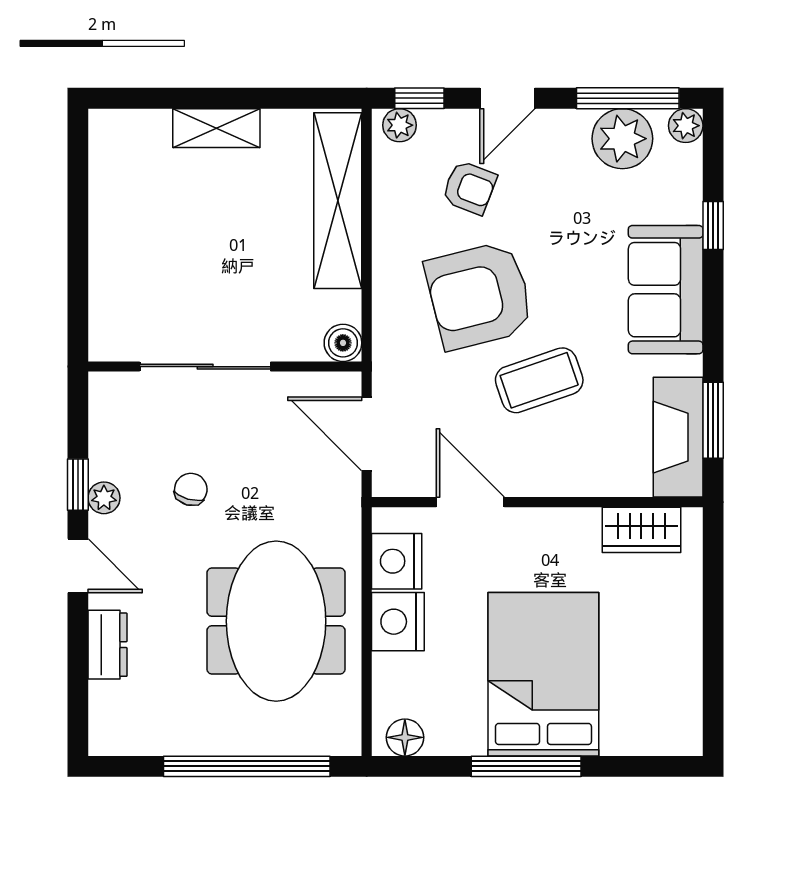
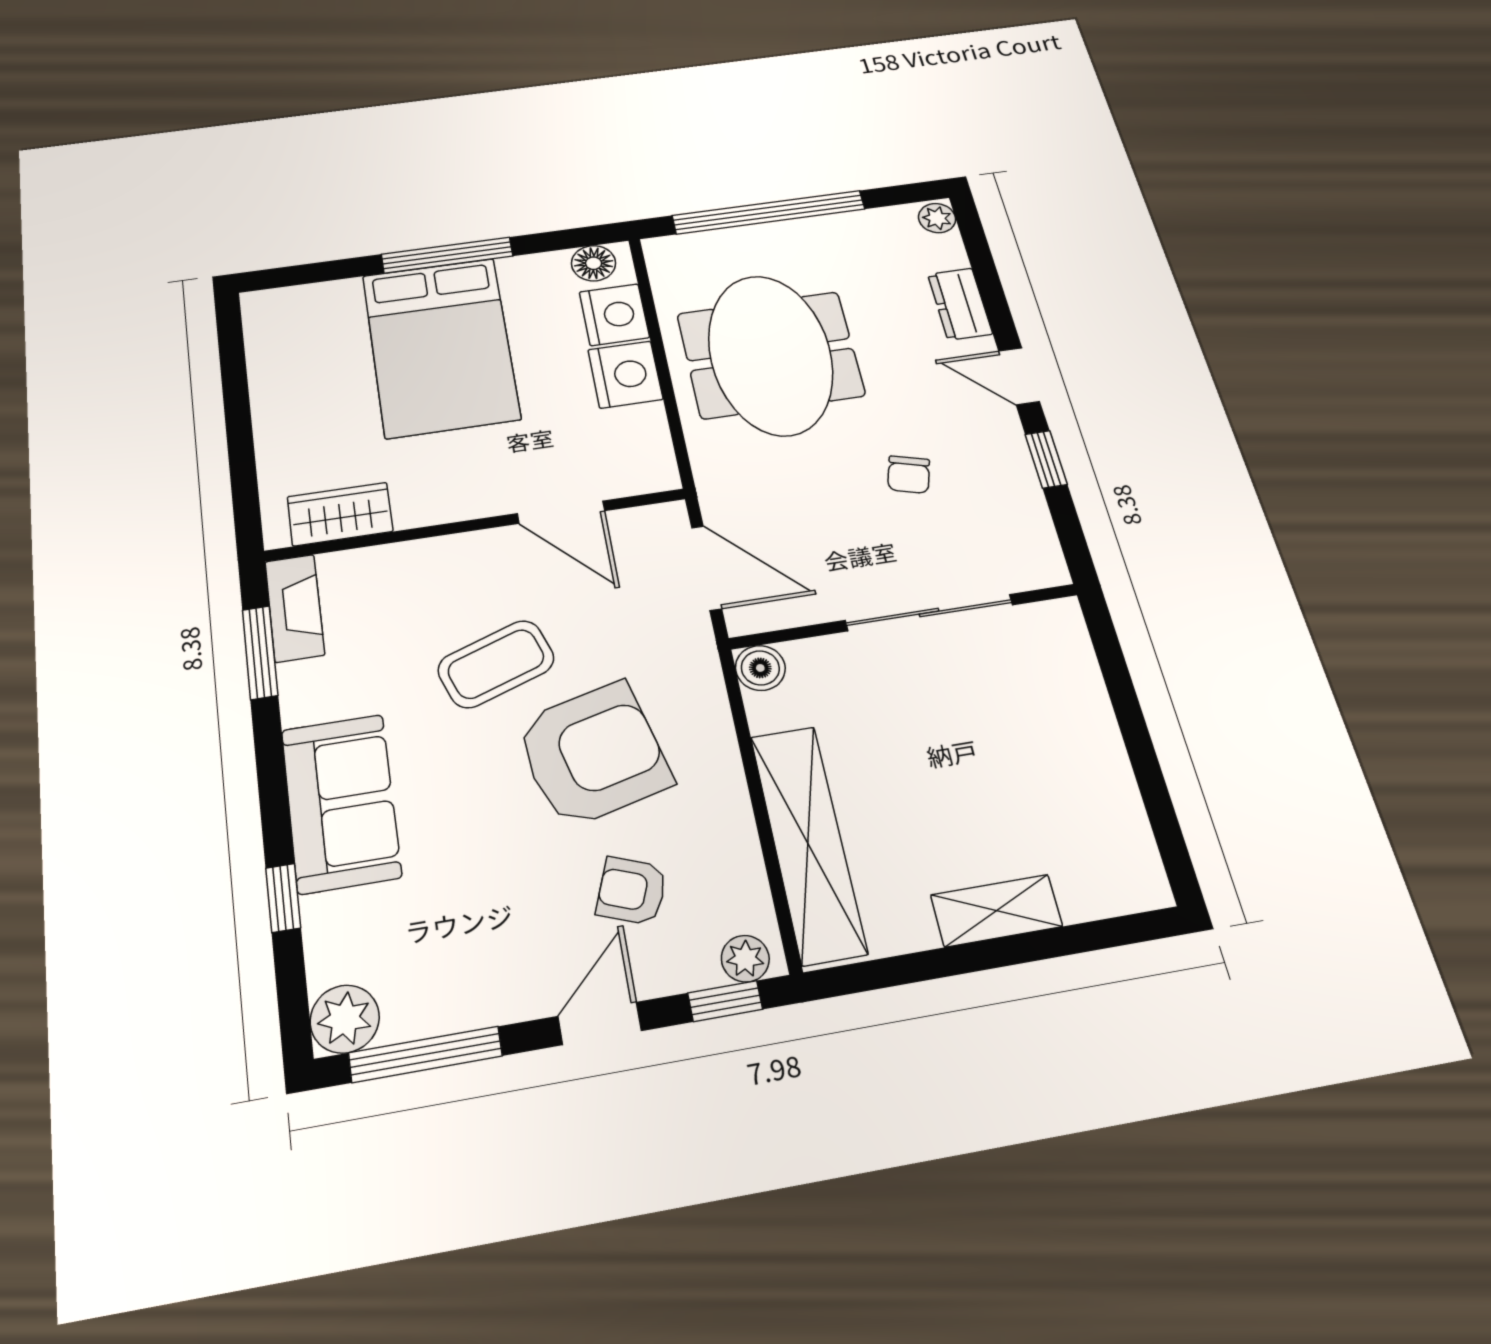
plant: (686, 126) -> (345, 1019), width x1.38, depth x1.38
plant: (622, 139) -> (426, 995), removed
fireplace: (678, 437) -> (295, 608), width x0.73, depth x0.76
plant: (104, 498) -> (937, 218), moved
nightstand: (397, 561) -> (614, 315), moved

